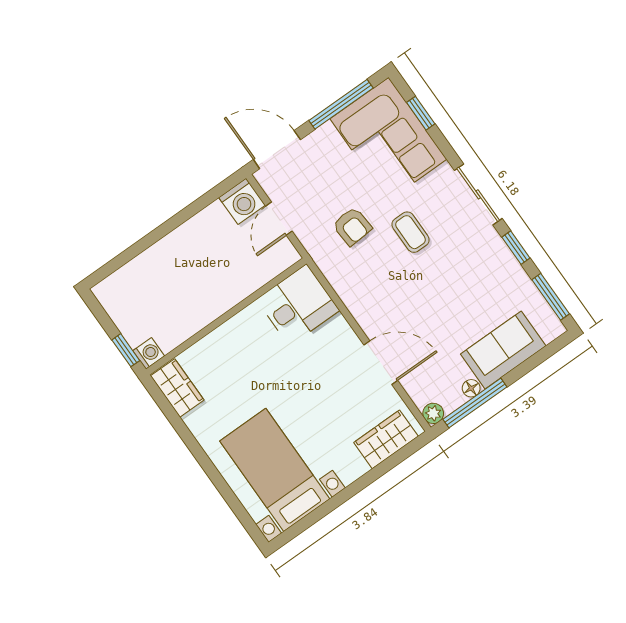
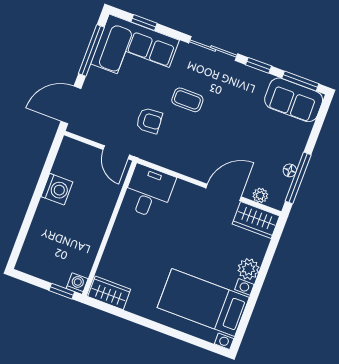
washing machine: (242, 201) -> (57, 189), moved
door: (279, 219) -> (116, 152), moved
sofa: (503, 350) -> (294, 100), moved, turned -90
plant: (433, 413) -> (260, 195), moved
wardrobe: (386, 439) -> (256, 220), moved, turned -90
plant: (350, 467) -> (248, 269), added

